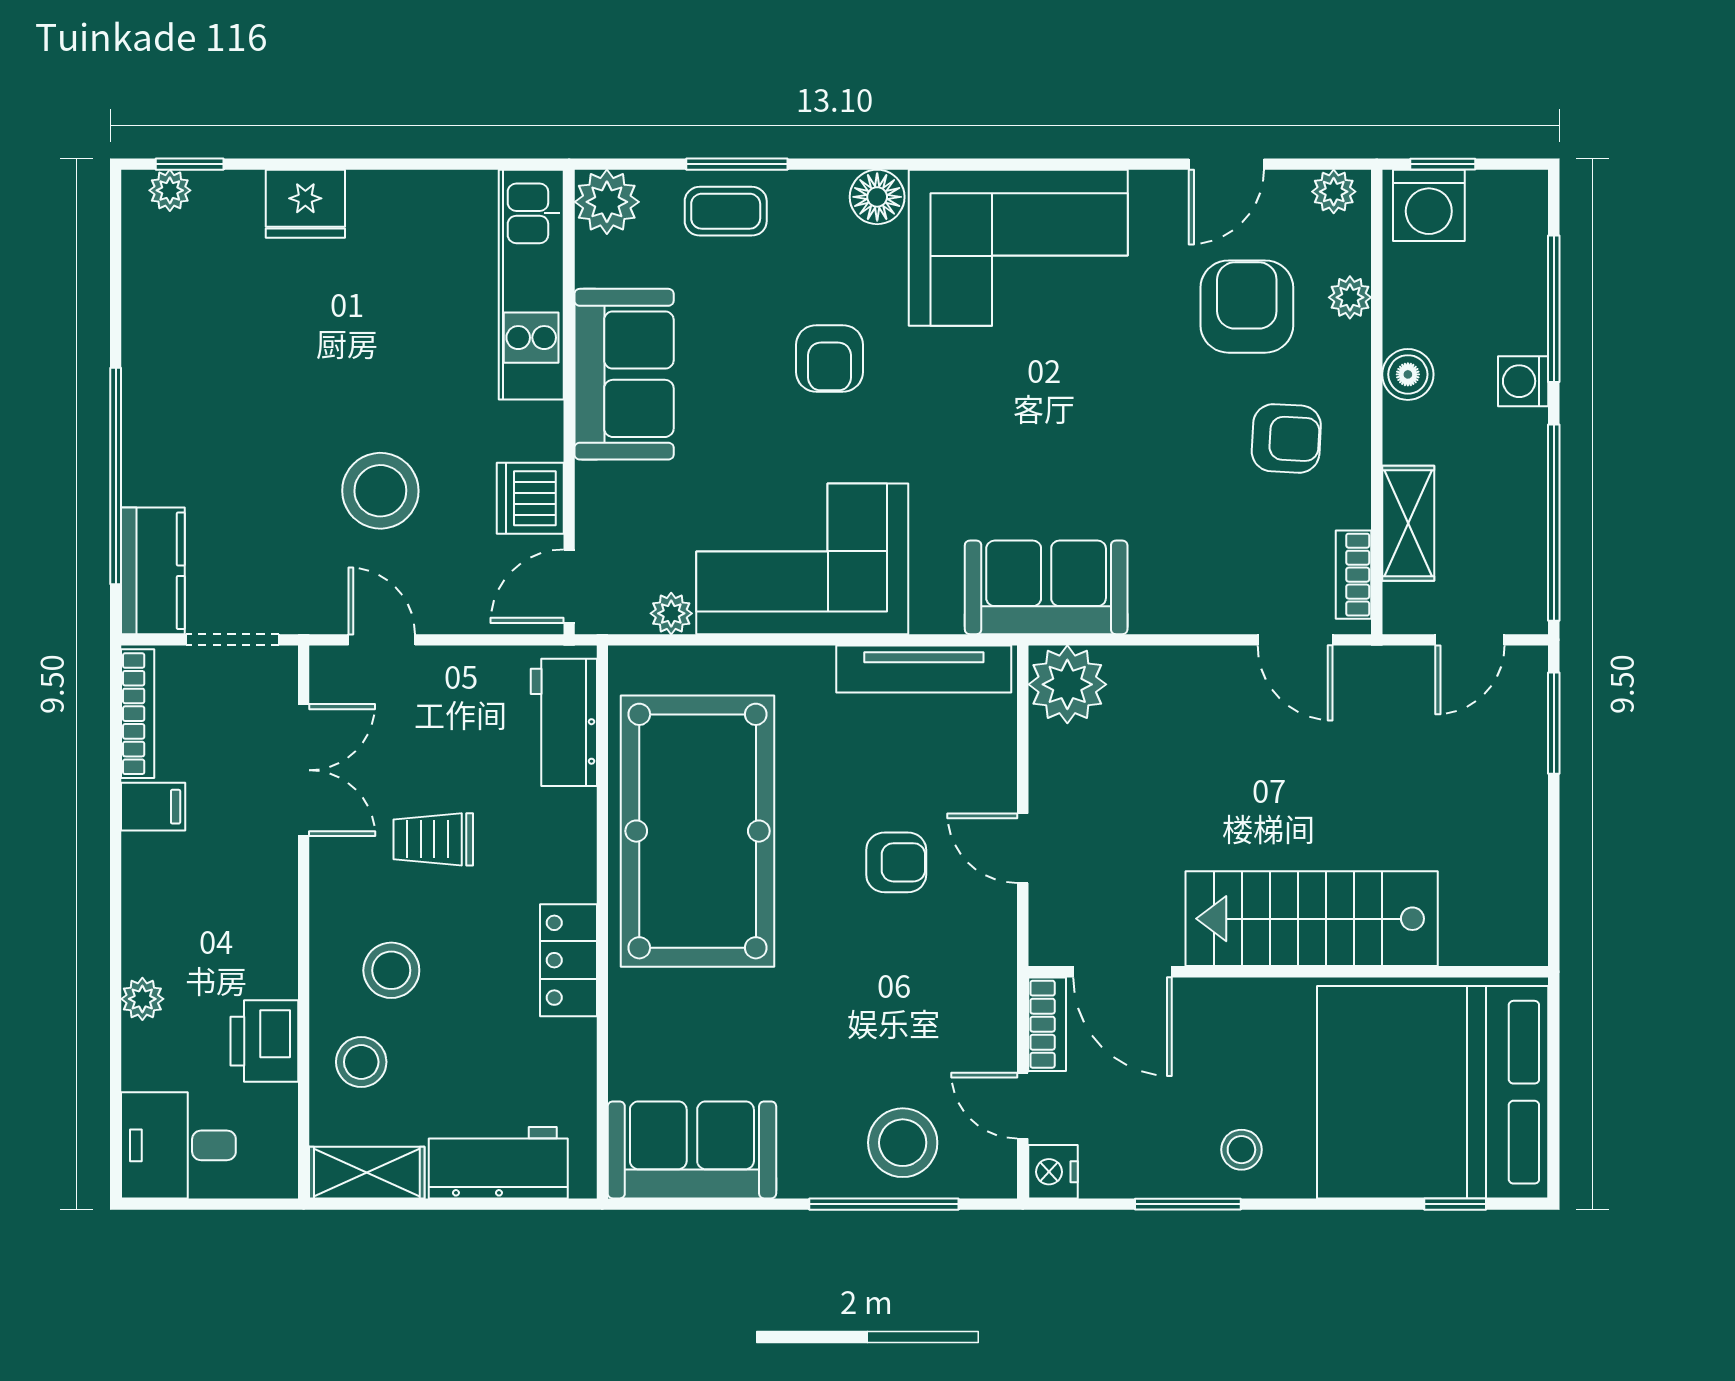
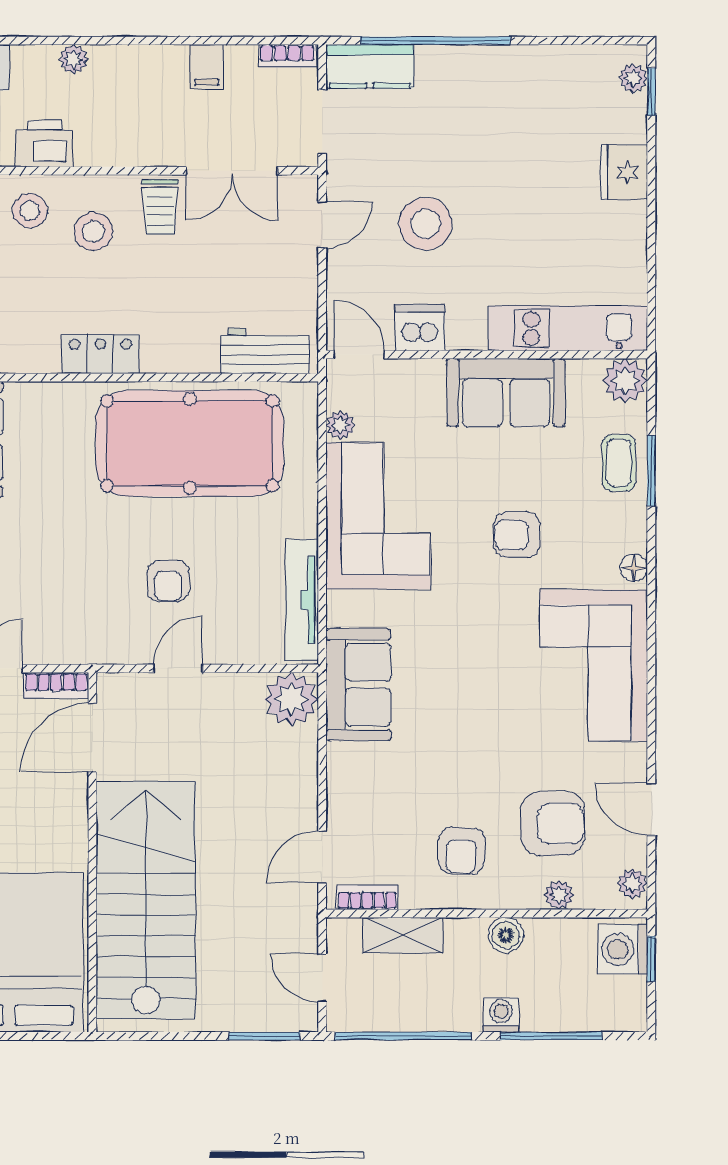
floor lamp: (877, 197) -> (634, 568), width x0.73, depth x0.73
bookcase: (138, 714) -> (287, 56), width x0.64
trolley: (433, 839) -> (160, 207), moved, turned 180
stairs: (1312, 919) -> (146, 900), width x1.36, depth x1.51

